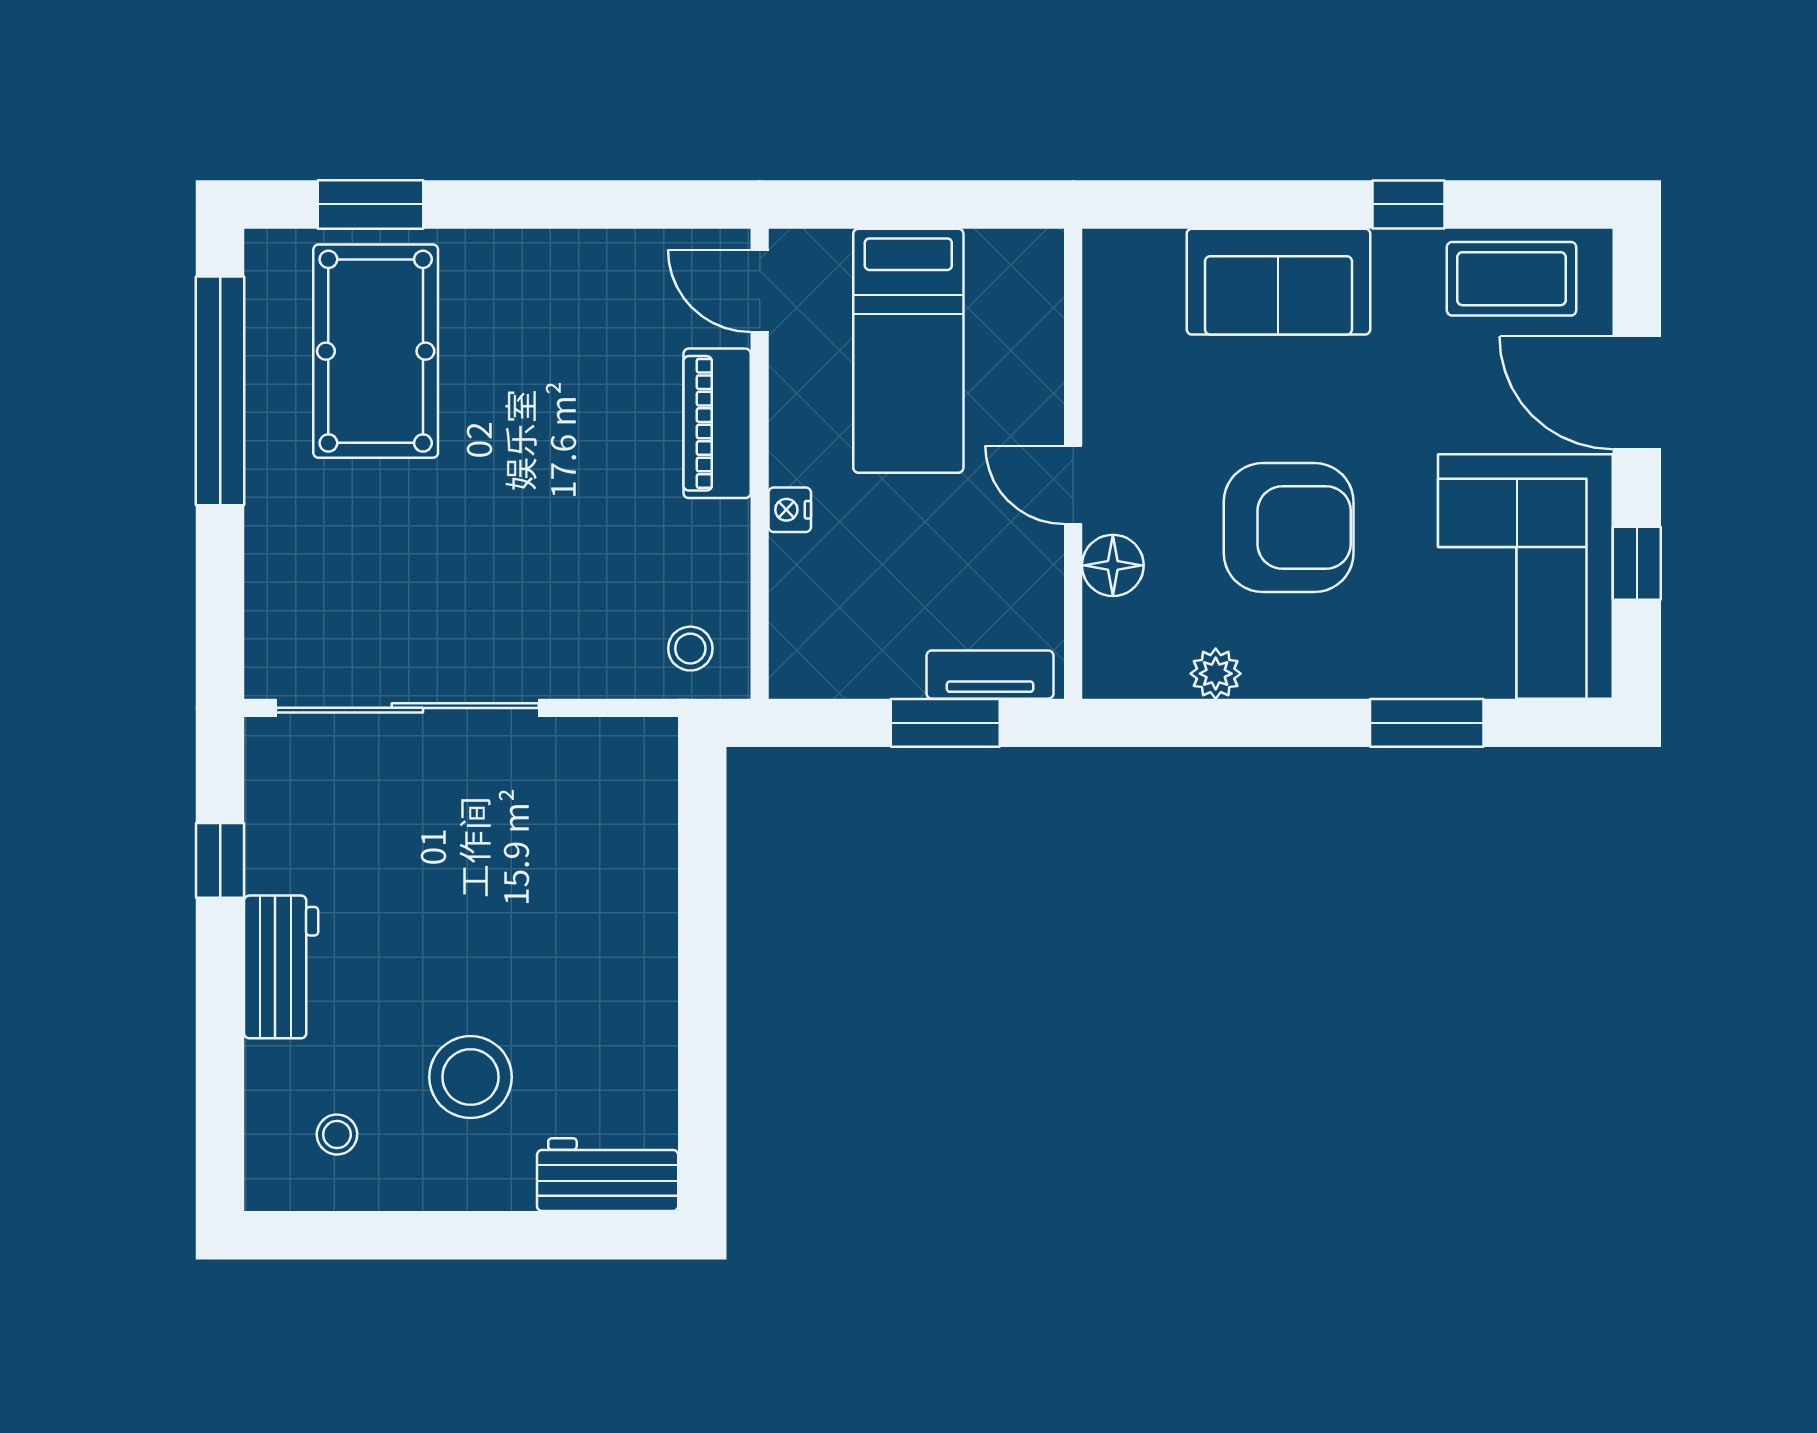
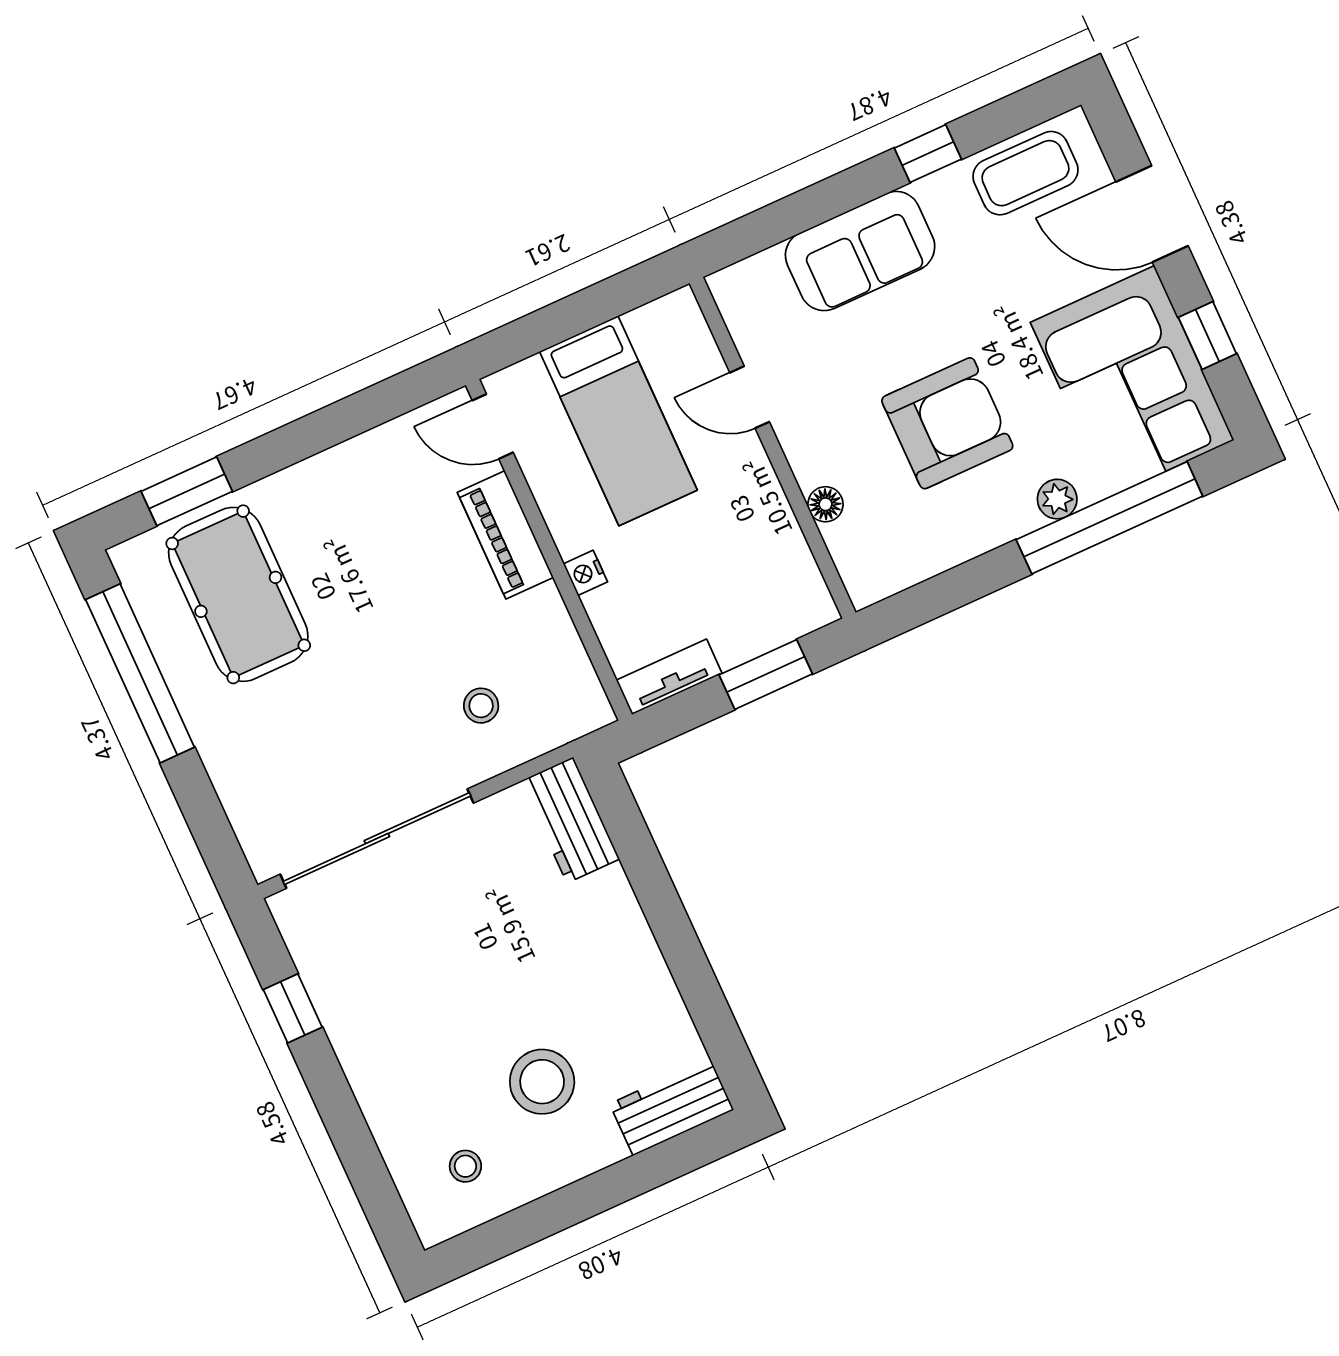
door: (1073, 485) -> (750, 397), moved
floor lamp: (1113, 565) -> (825, 504), width x0.73, depth x0.73
stool: (690, 649) -> (481, 706), moved
plant: (1216, 674) -> (1057, 499), moved
tv unit: (990, 675) -> (669, 677), moved
window: (1427, 723) -> (1109, 518), width x2.11
workbench: (281, 967) -> (570, 820), moved, turned 180

